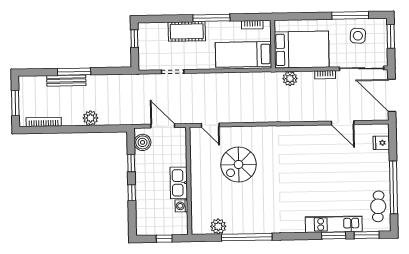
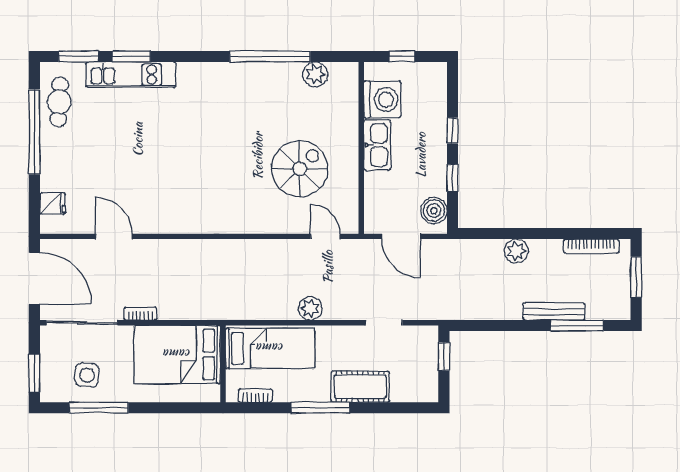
window: (134, 39) -> (444, 356), moved
window: (74, 72) -> (577, 326), moved
plant: (290, 79) -> (310, 308), moved
spiral stairs: (239, 164) -> (300, 169), moved
washing machine: (181, 206) -> (382, 100), width x1.89, depth x1.89

